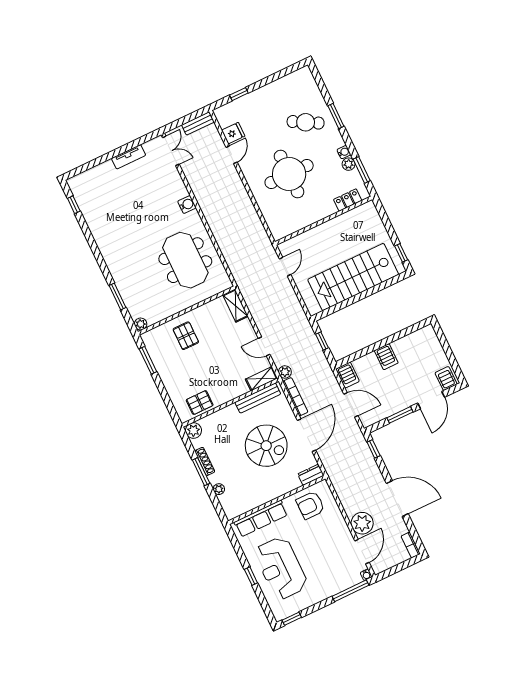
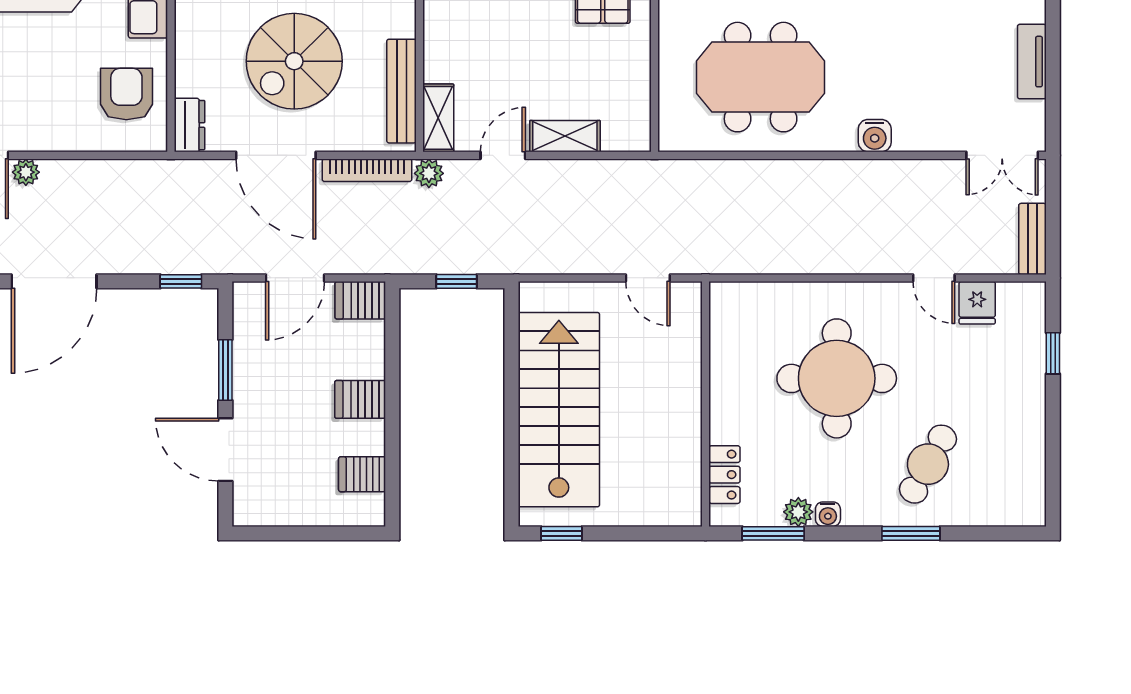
shelving: (235, 306) -> (565, 136), moved
server rack: (446, 378) -> (362, 474), moved, turned 180
plant: (362, 523) -> (26, 172), width x0.53, depth x0.53

